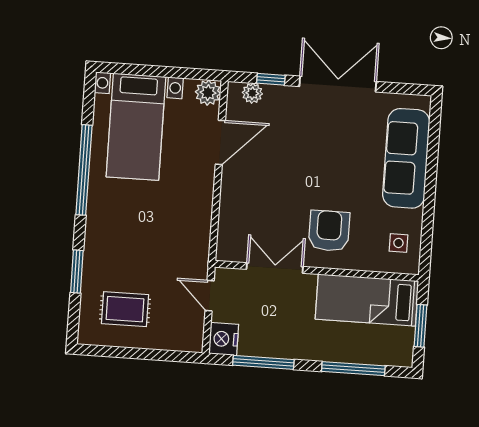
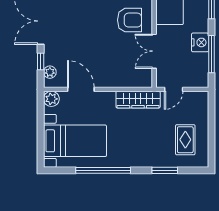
armchair: (329, 231) -> (130, 20), turned 180
wardrobe: (197, 236) -> (138, 100), added
nightstand: (224, 339) -> (200, 42), moved, turned -90

